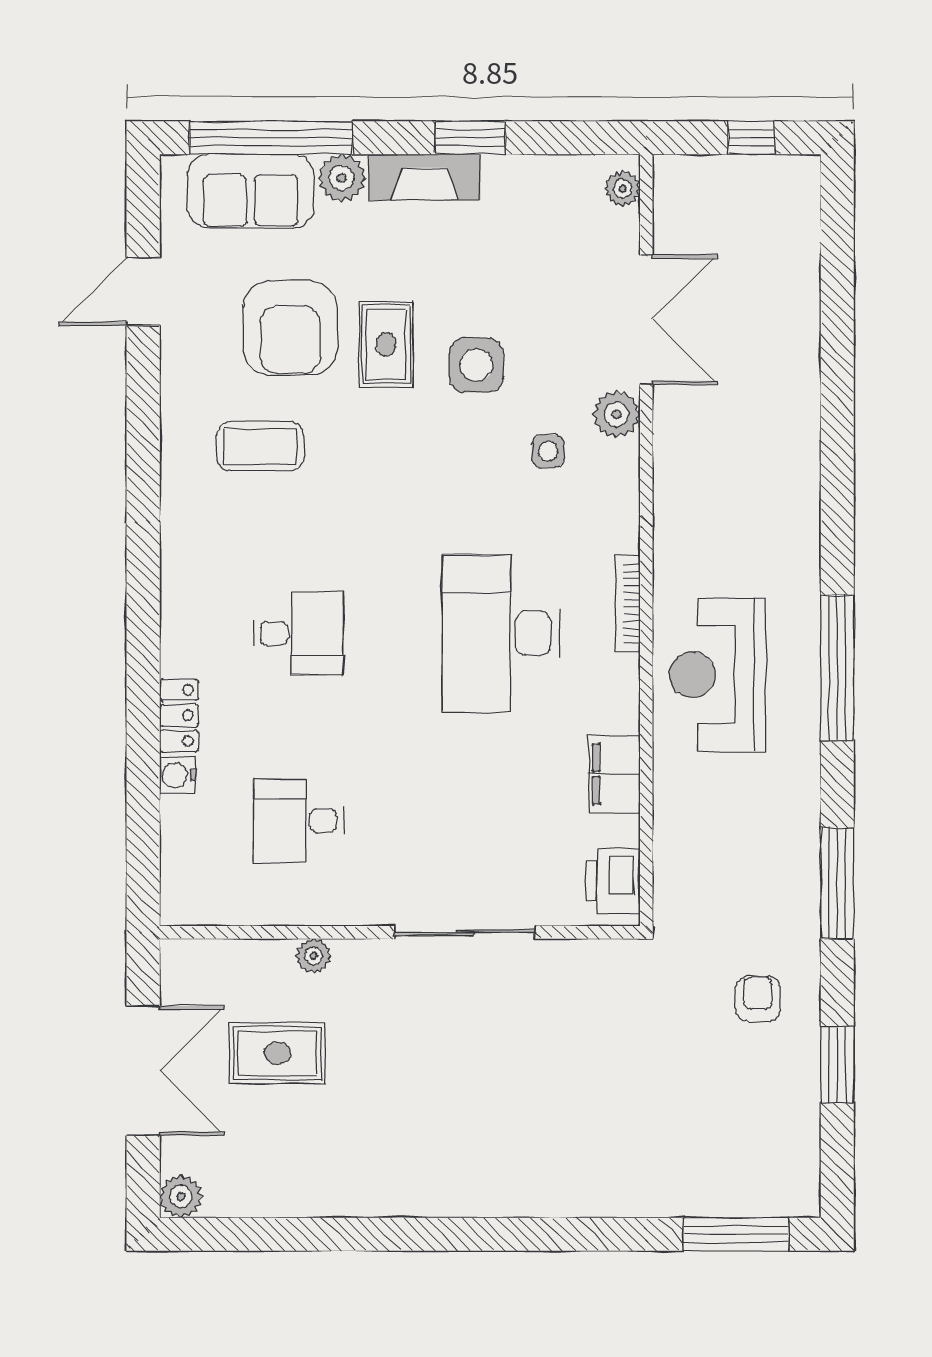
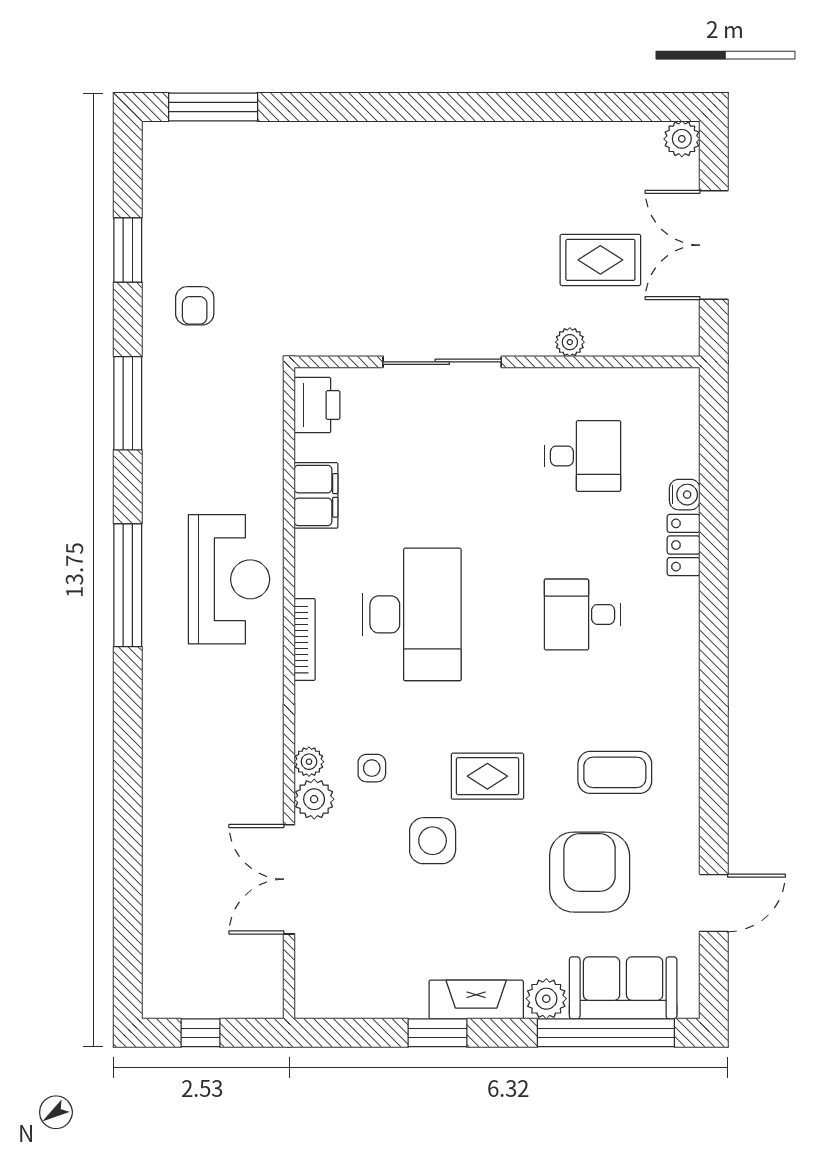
plant: (623, 189) -> (309, 762), moved
rug: (386, 344) -> (487, 776), moved, turned 90

